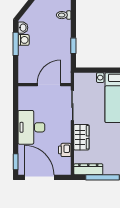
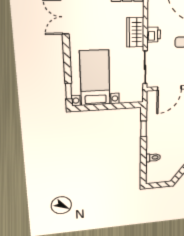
printer: (65, 150) -> (154, 35), moved

